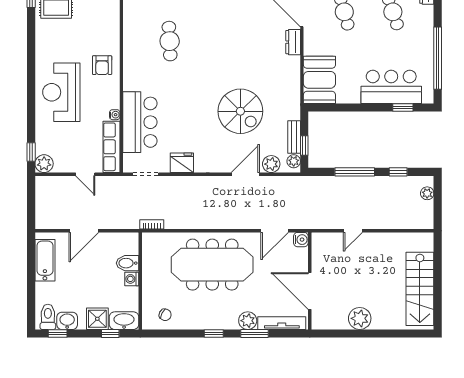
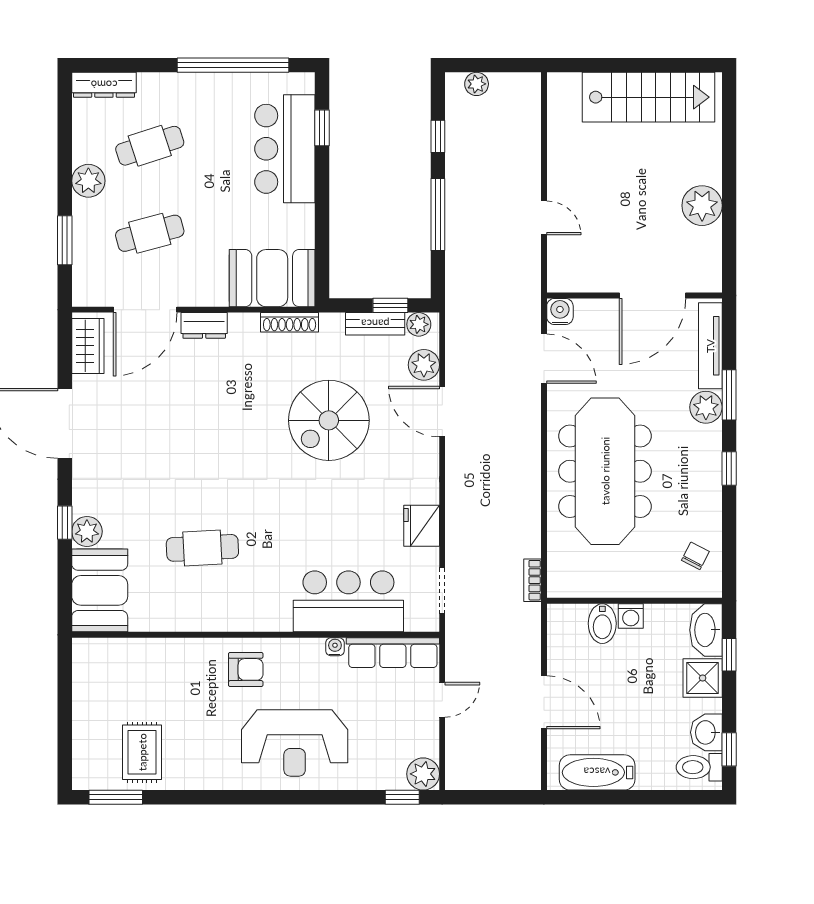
shoe rack: (295, 89) -> (290, 322), added
spiral stairs: (240, 111) -> (329, 420), turned 180

